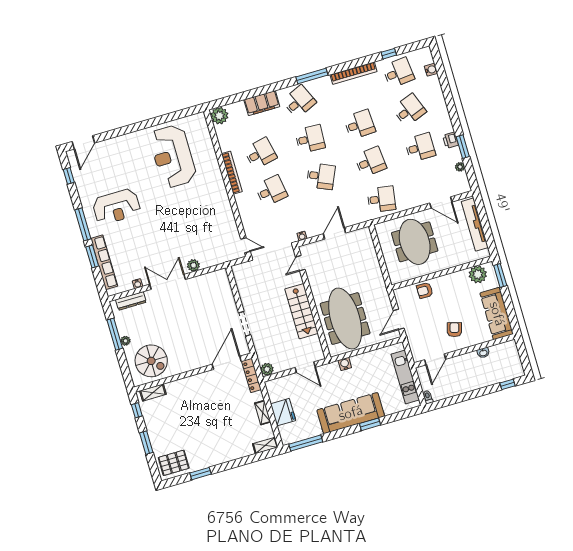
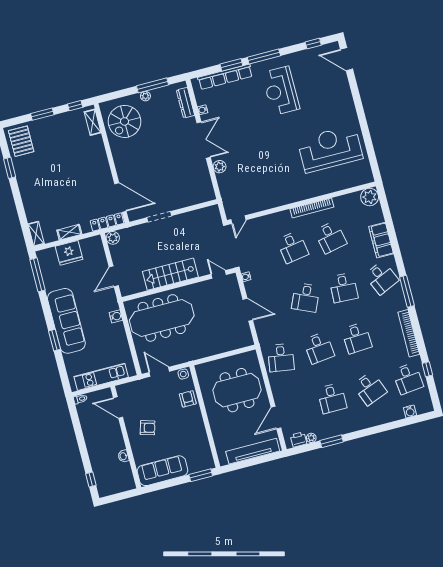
printer: (451, 140) -> (298, 440), moved
plant: (478, 274) -> (202, 453), removed
side table: (400, 296) -> (183, 374), added

